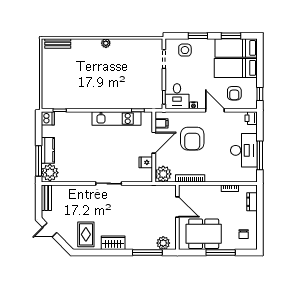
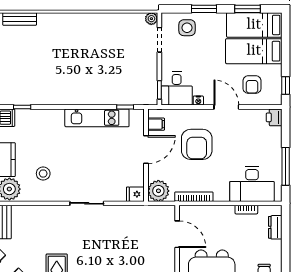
plant: (106, 43) -> (151, 19), moved
desk: (244, 150) -> (252, 184), moved, turned 90
stool: (76, 161) -> (43, 174), added
fridge: (146, 162) -> (135, 194), moved

